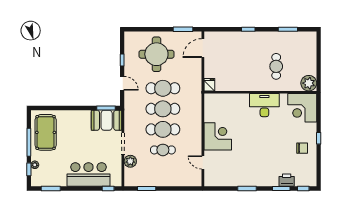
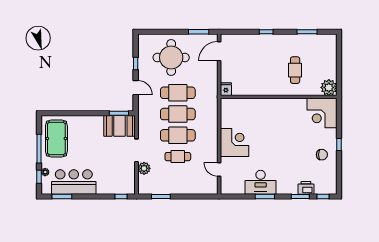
desk: (264, 105) -> (261, 182), moved, turned 180
bar counter: (88, 174) -> (74, 182), moved

